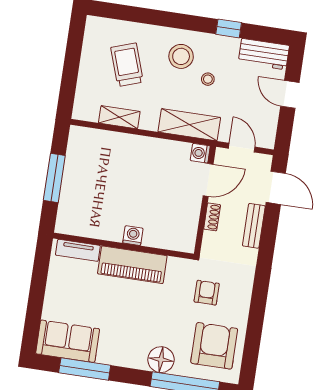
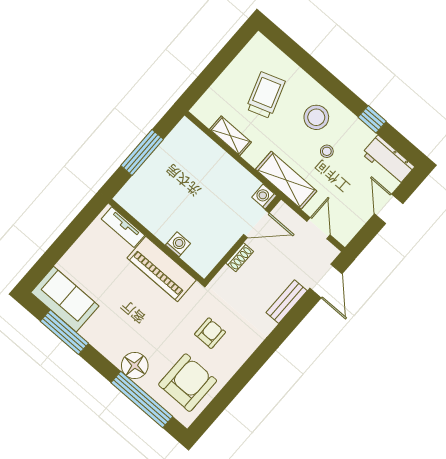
washing machine: (200, 153) -> (264, 197), moved
door: (208, 180) -> (256, 224), moved
wall: (205, 200) -> (243, 239), moved
shoe rack: (212, 217) -> (240, 257), moved

